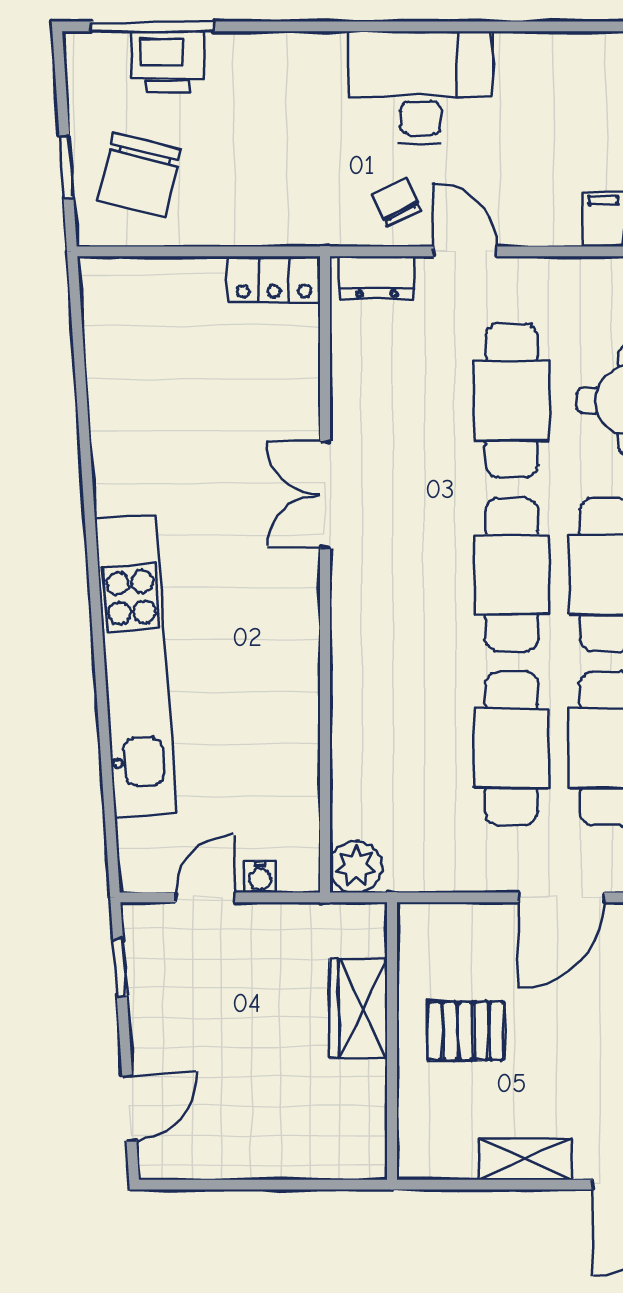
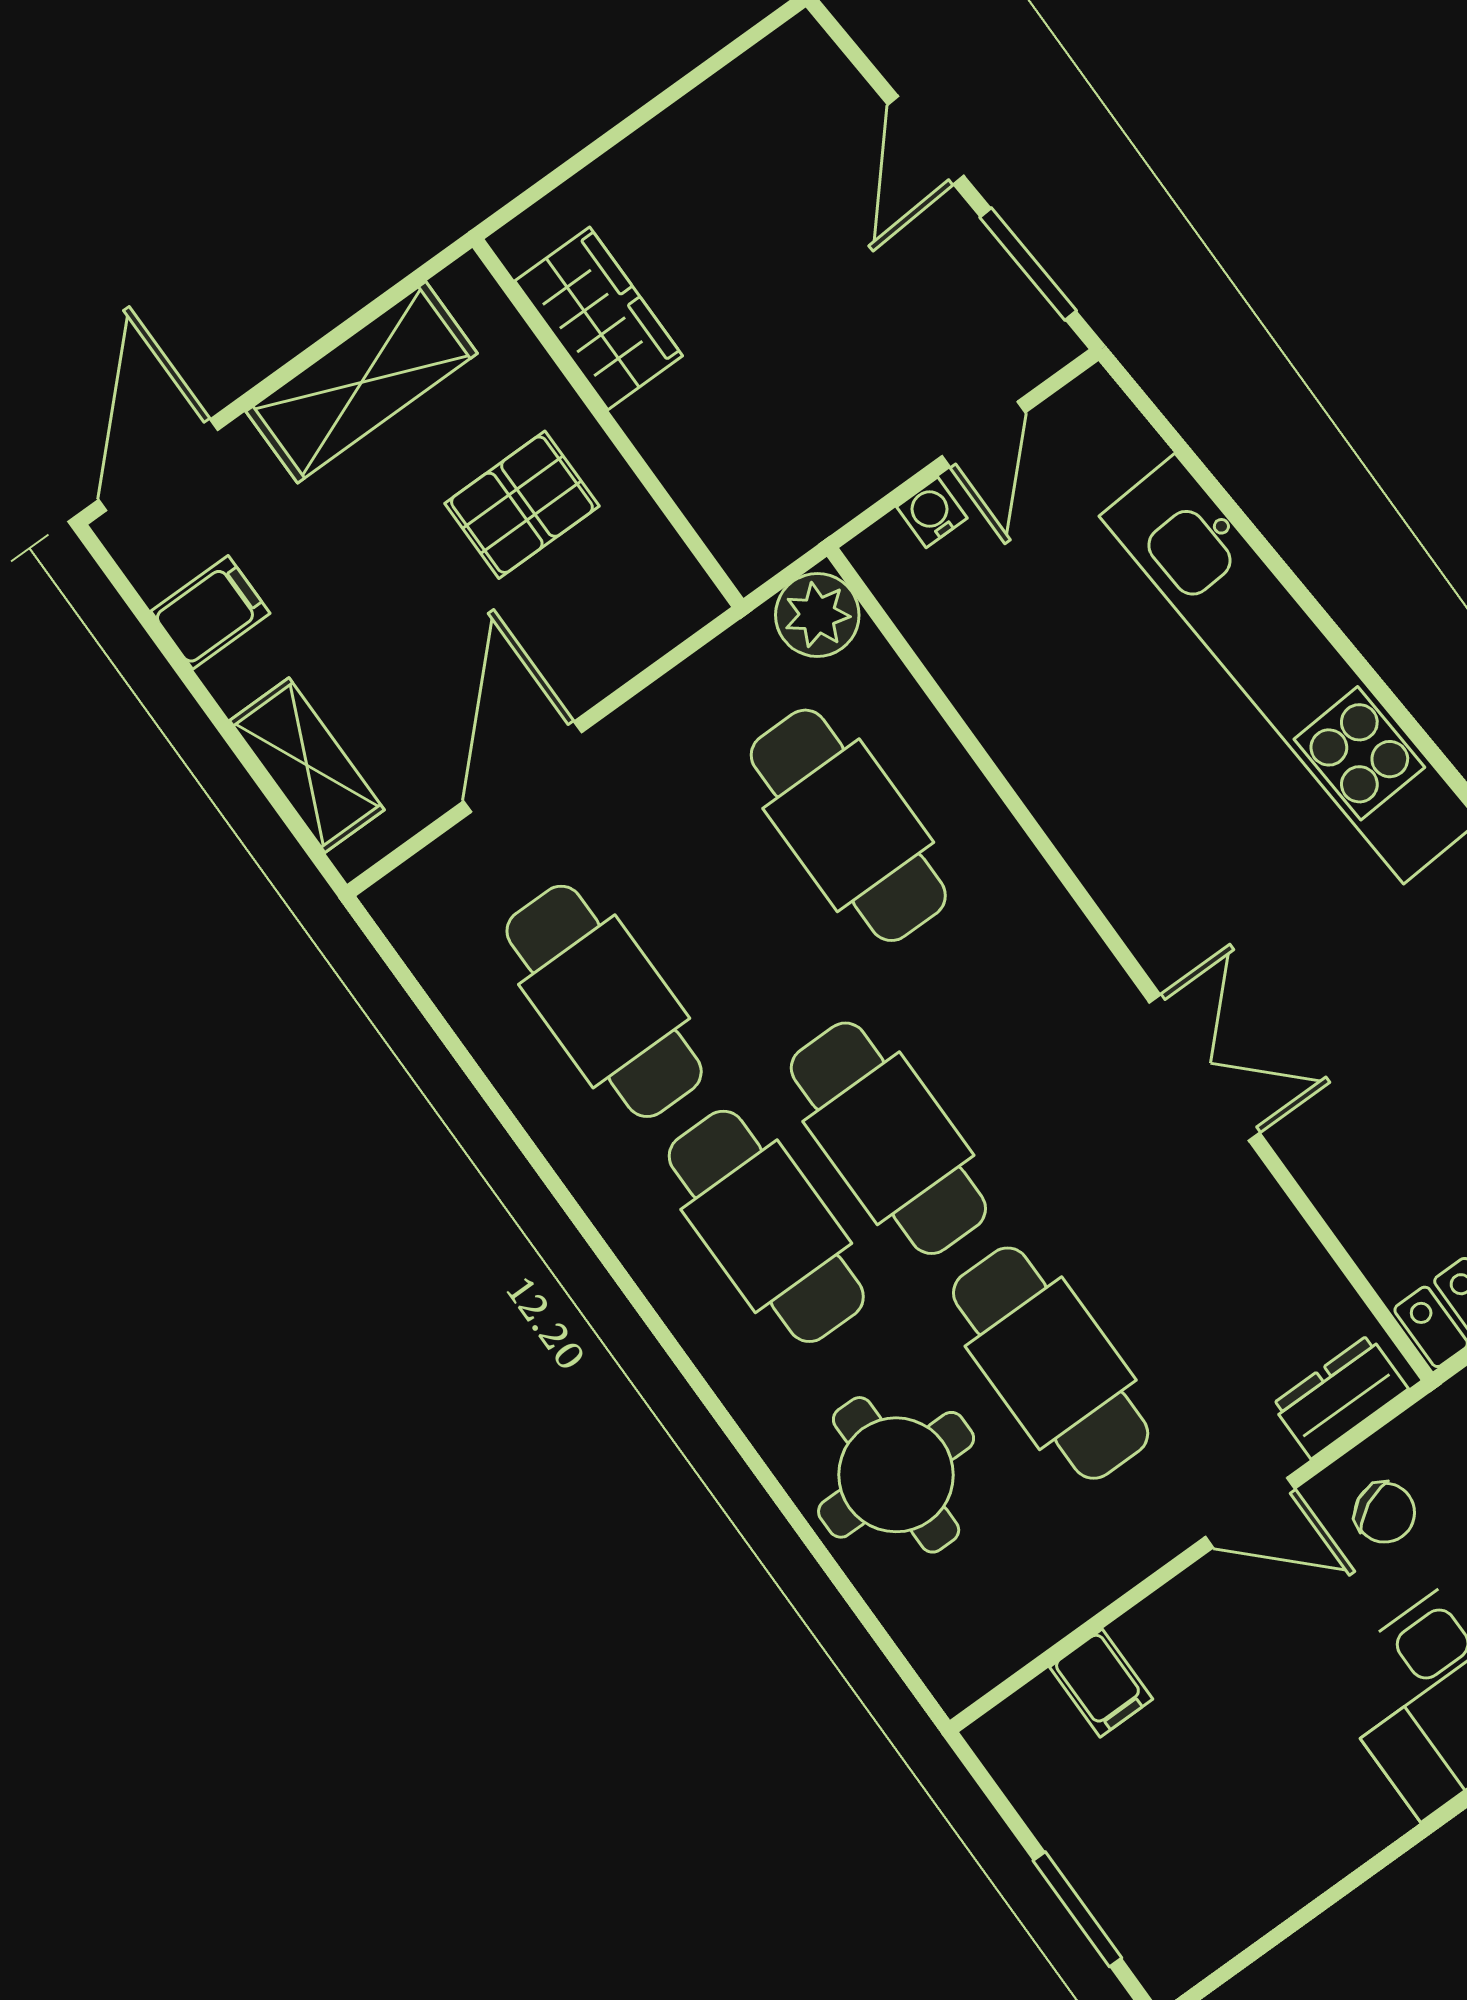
cafe table: (512, 748) -> (848, 825), moved
window: (120, 968) -> (1028, 264), width x1.50
wardrobe: (358, 1008) -> (599, 318), moved
door: (129, 1108) -> (926, 140), moved
shelving: (525, 1159) -> (362, 382), width x1.50, depth x1.33

